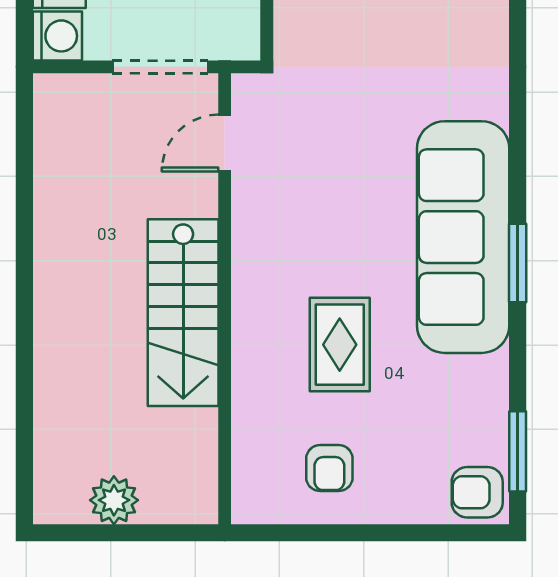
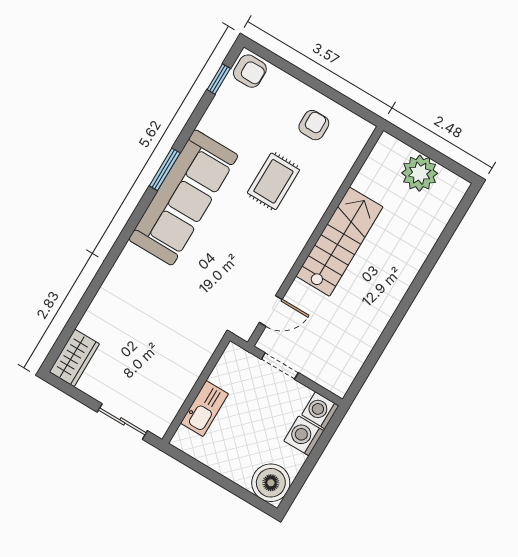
doorway: (160, 67) -> (280, 366), width x0.73
window: (518, 451) -> (219, 79), width x0.67
plant: (114, 500) -> (420, 173), width x1.36, depth x1.36

